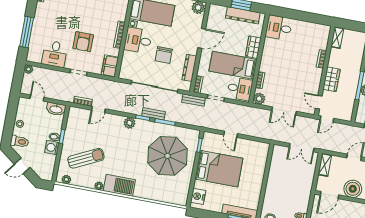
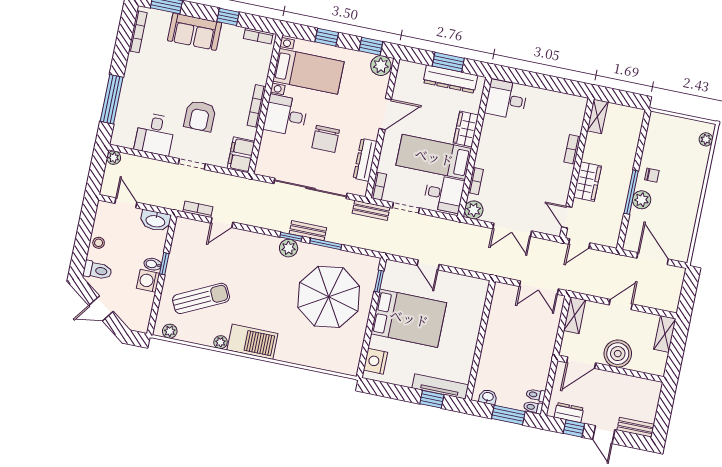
plant: (130, 123) -> (289, 248), moved

